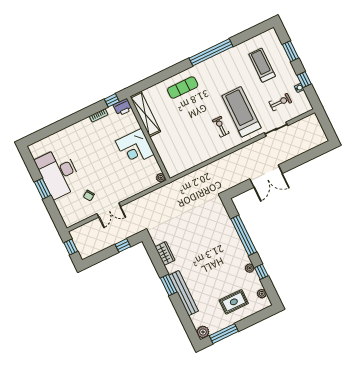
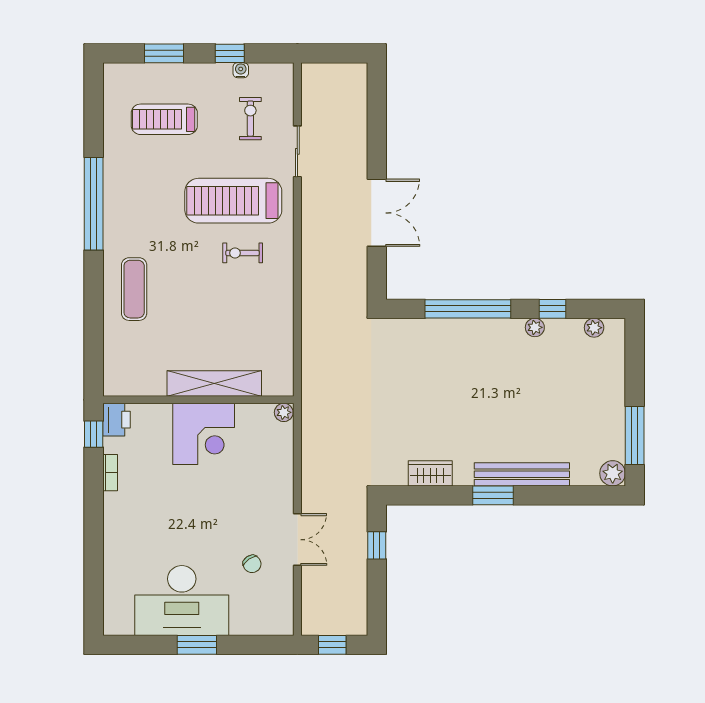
shelving: (145, 114) -> (214, 383), moved
rug: (234, 302) -> (584, 388), removed

